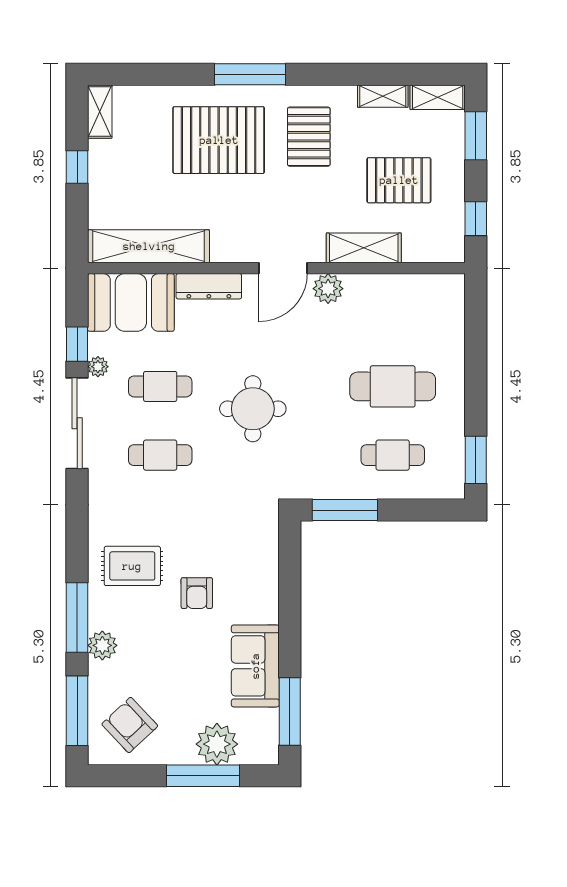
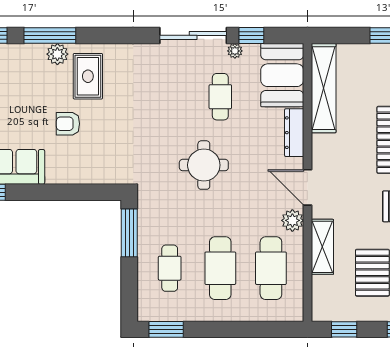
cafe table: (160, 455) -> (271, 268), moved, width x1.37, depth x1.35
plant: (102, 645) -> (57, 54), moved

